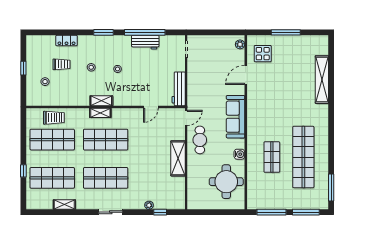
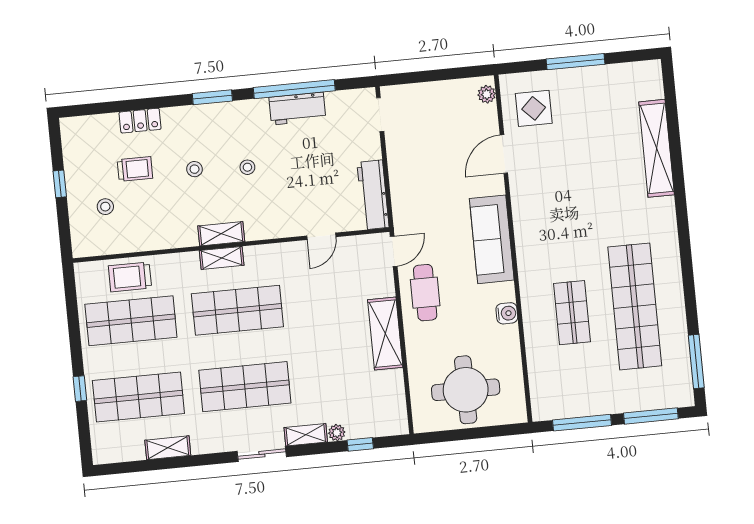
trolley: (54, 118) -> (130, 277), turned 180
round table: (226, 182) -> (466, 390), moved
shelving: (134, 205) -> (306, 435), added

